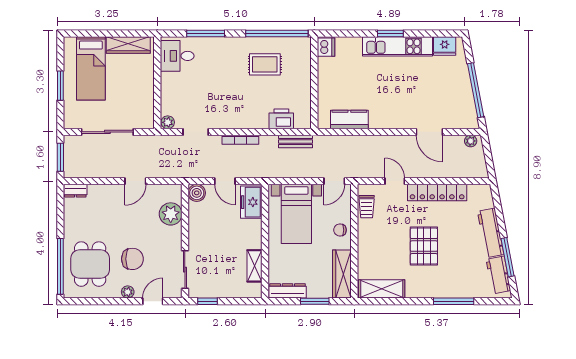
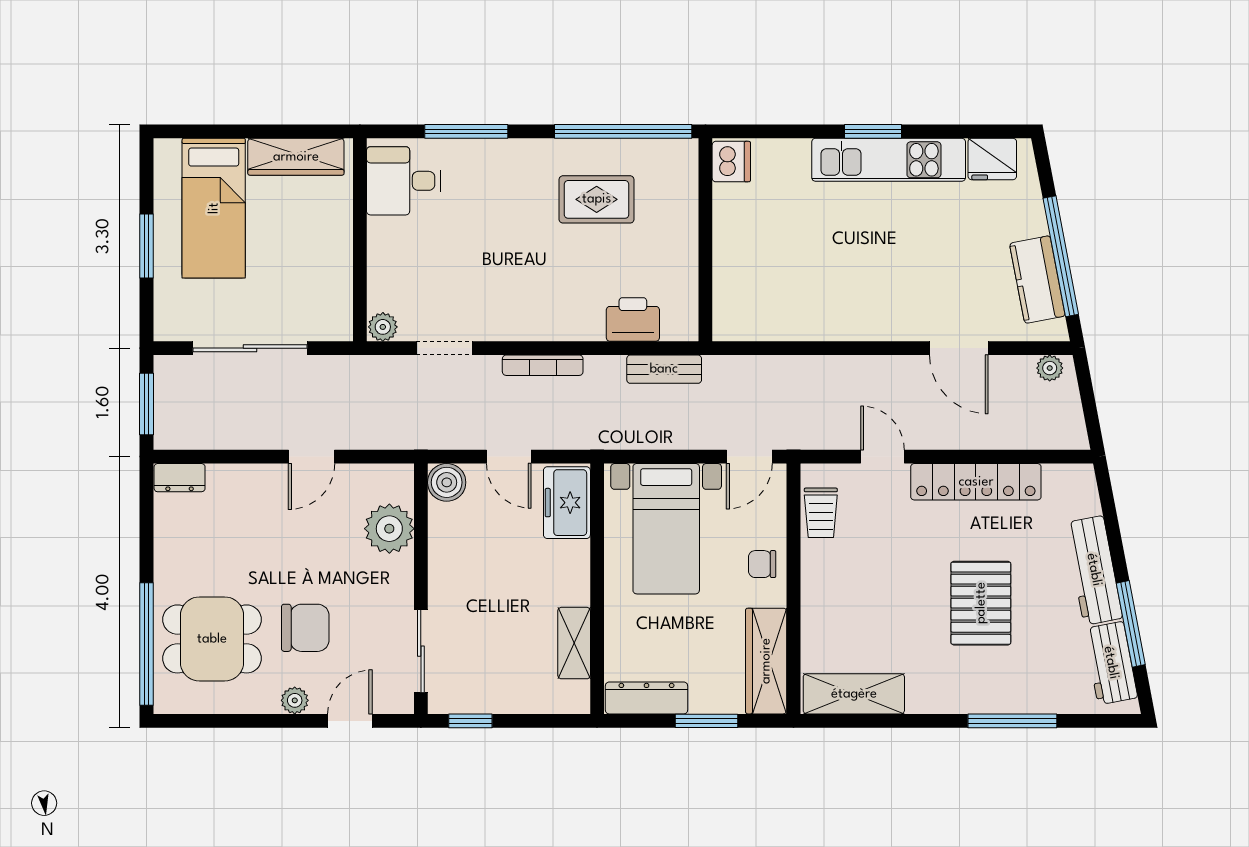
kitchen counter: (349, 120) -> (1037, 280), moved, turned -101
pallet: (424, 246) -> (981, 603), moved
dining table: (90, 264) -> (212, 639), turned 90

